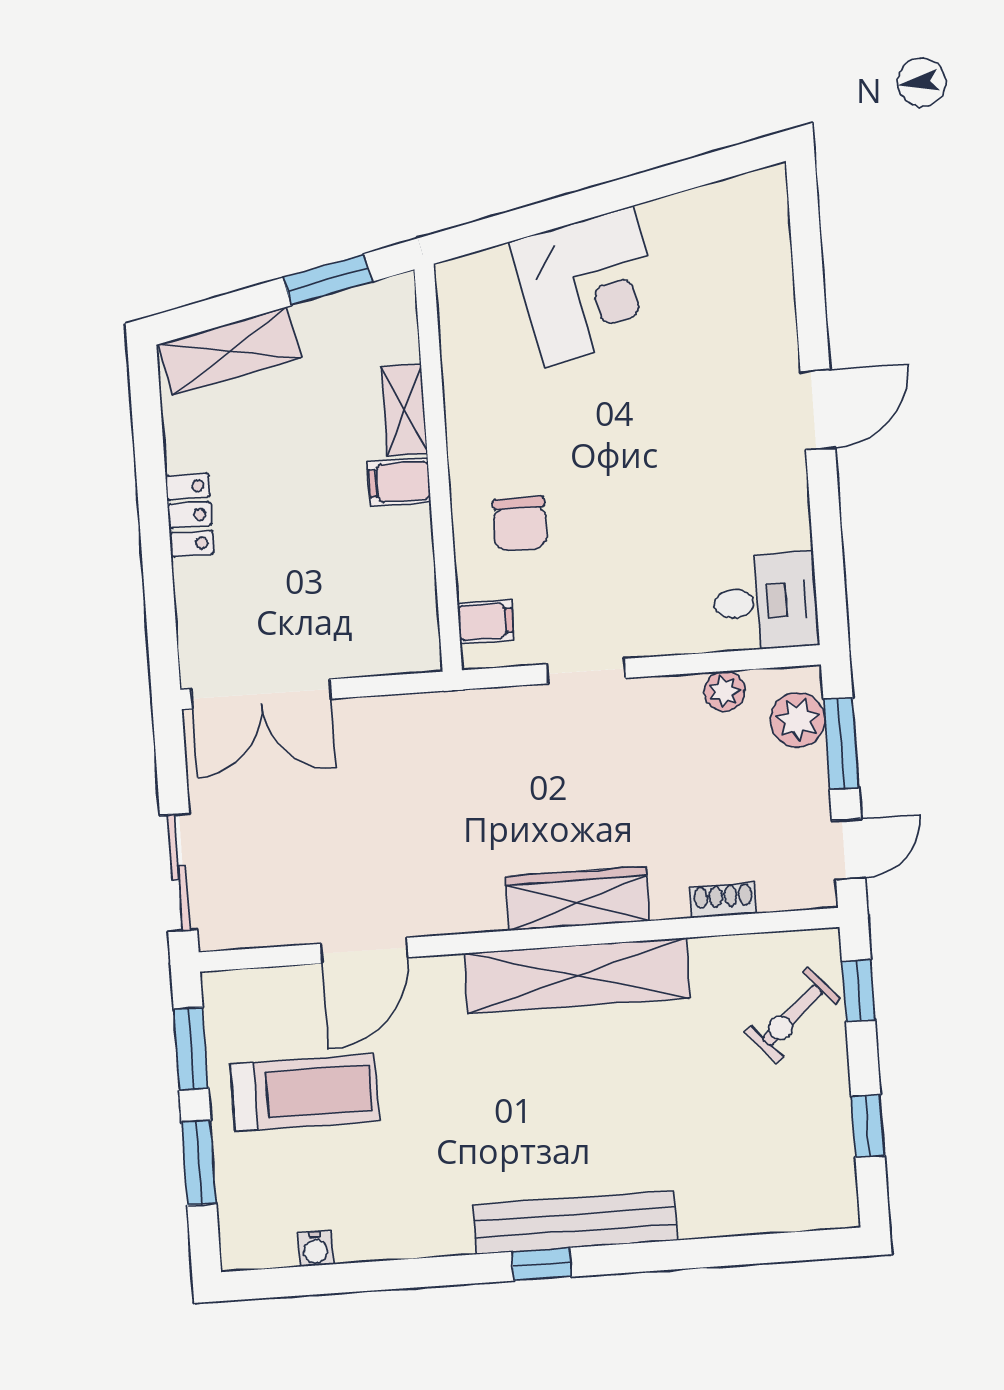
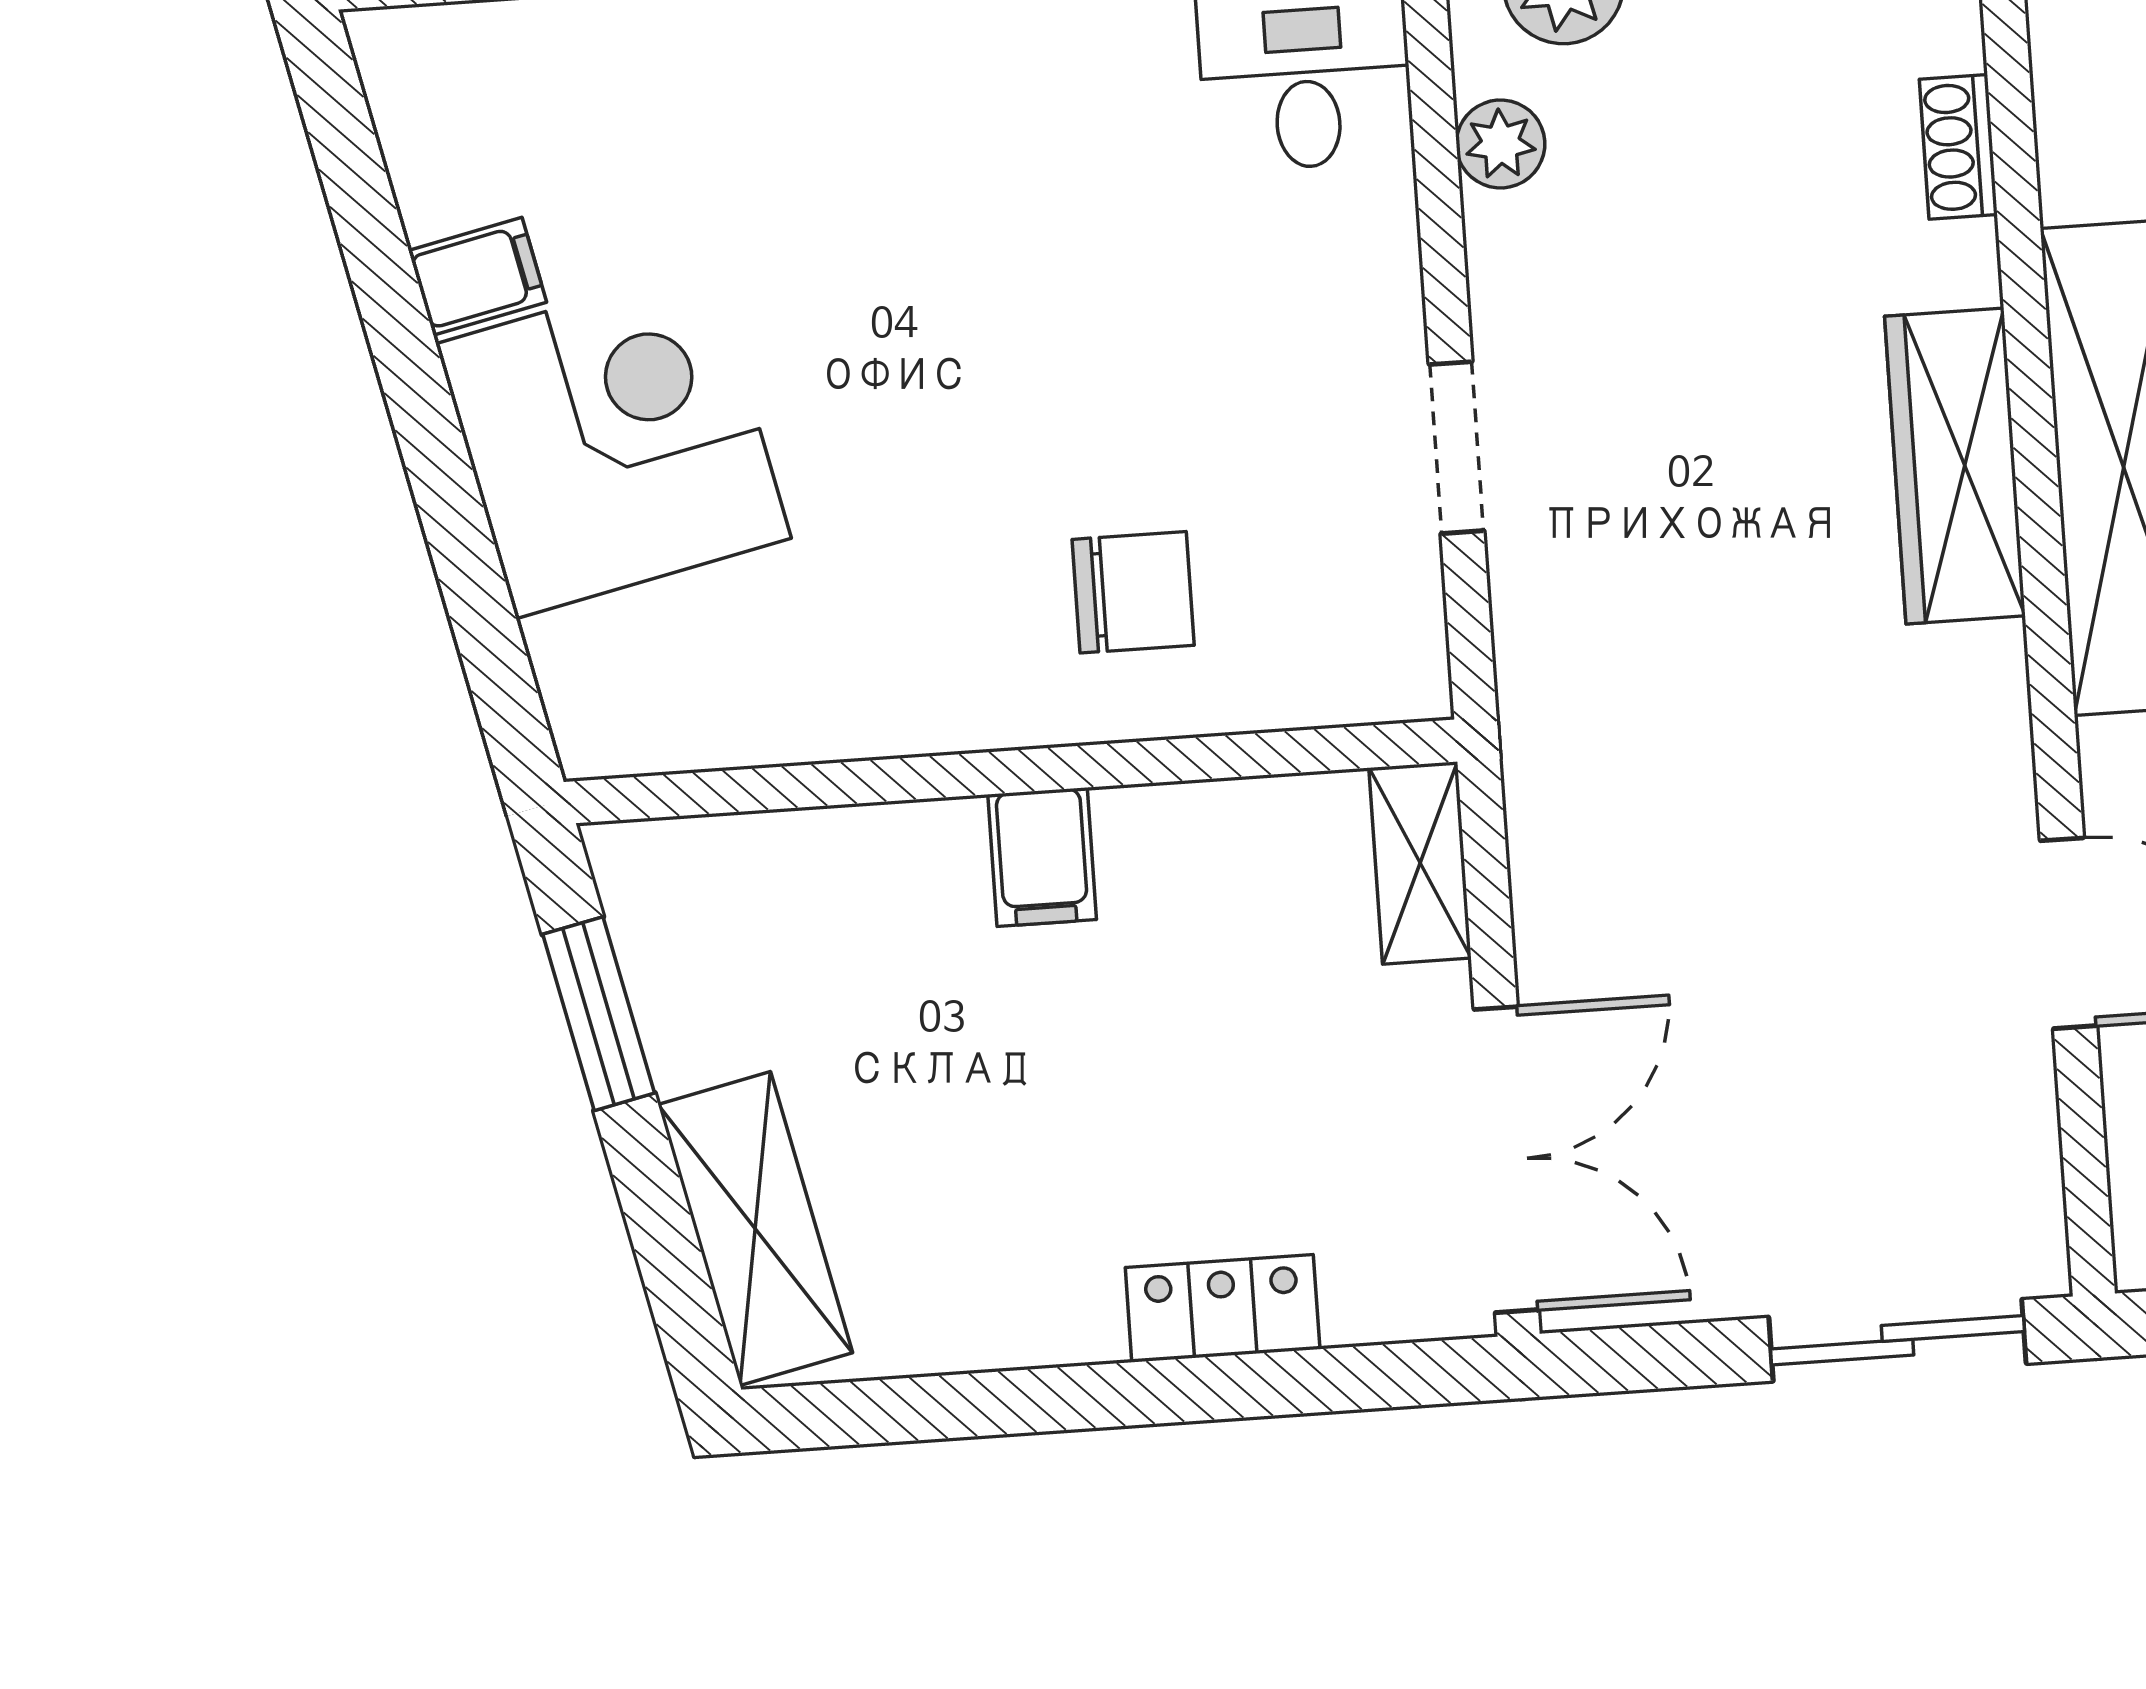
shelving: (404, 410) -> (1420, 863), moved, turned 90
locker: (190, 515) -> (1223, 1308), moved
filing cabinet: (486, 622) -> (477, 276), moved, turned 78

